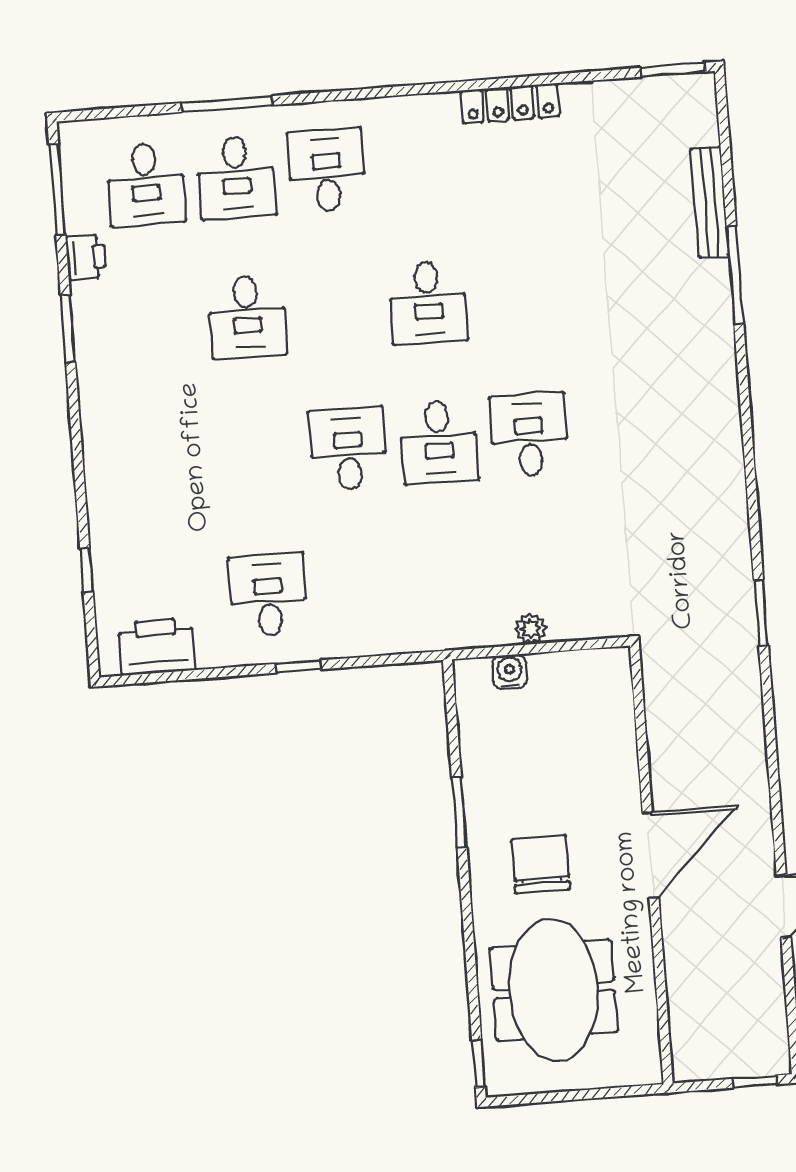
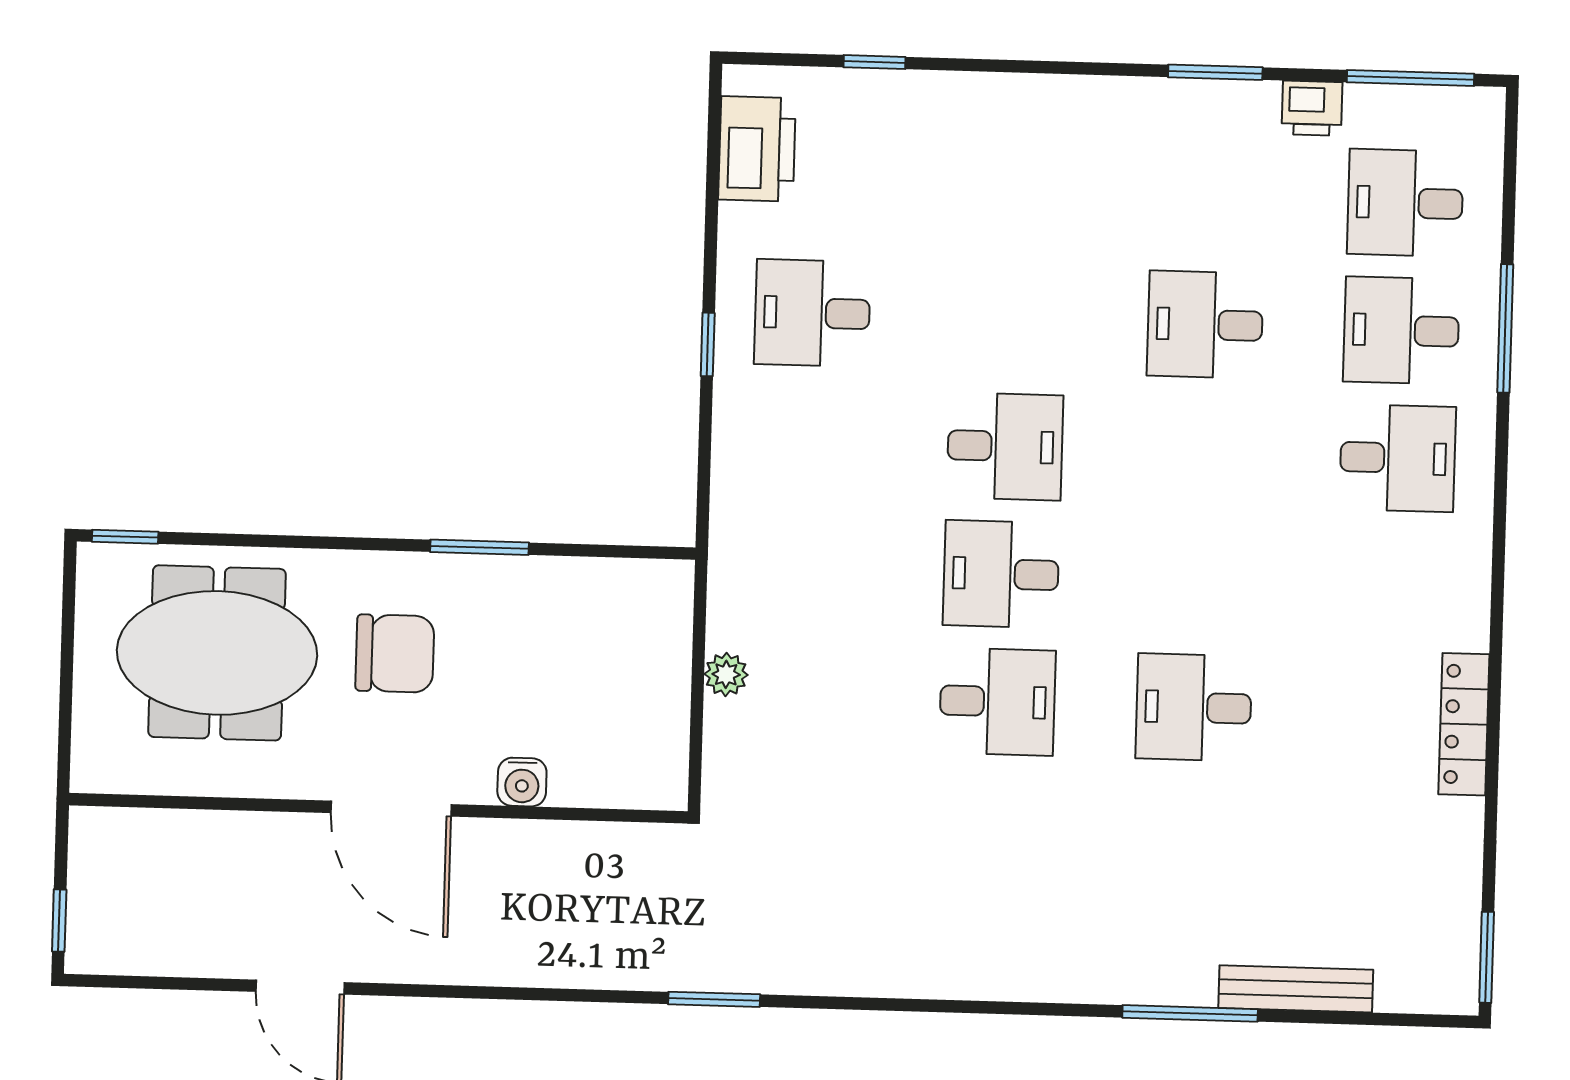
desk: (428, 303) -> (1194, 707), moved
desk: (268, 595) -> (812, 313), turned 180
water cooler: (510, 672) -> (522, 782), moved, turned 90

